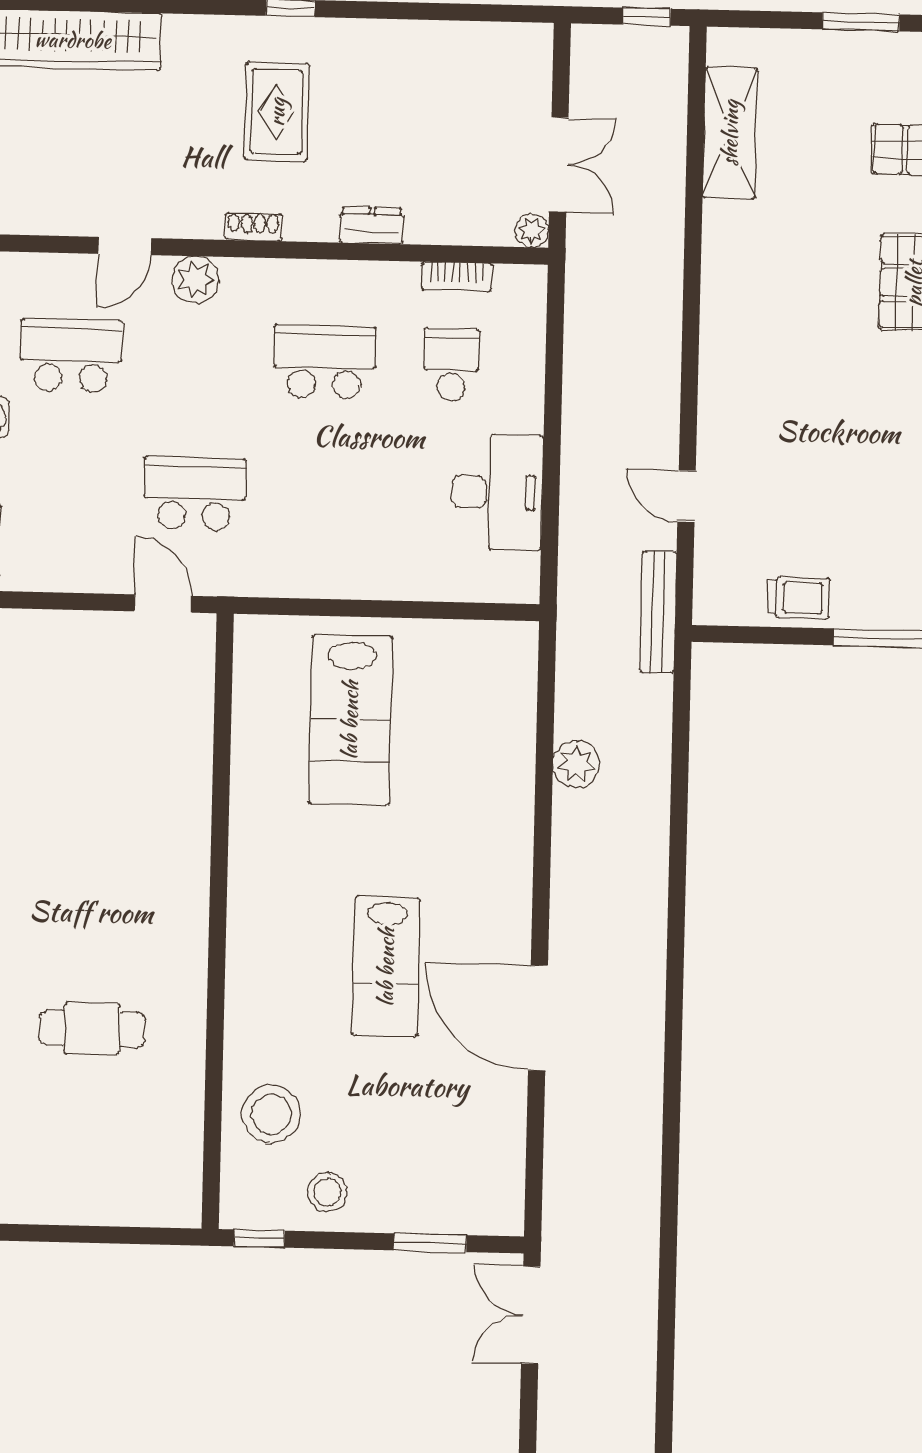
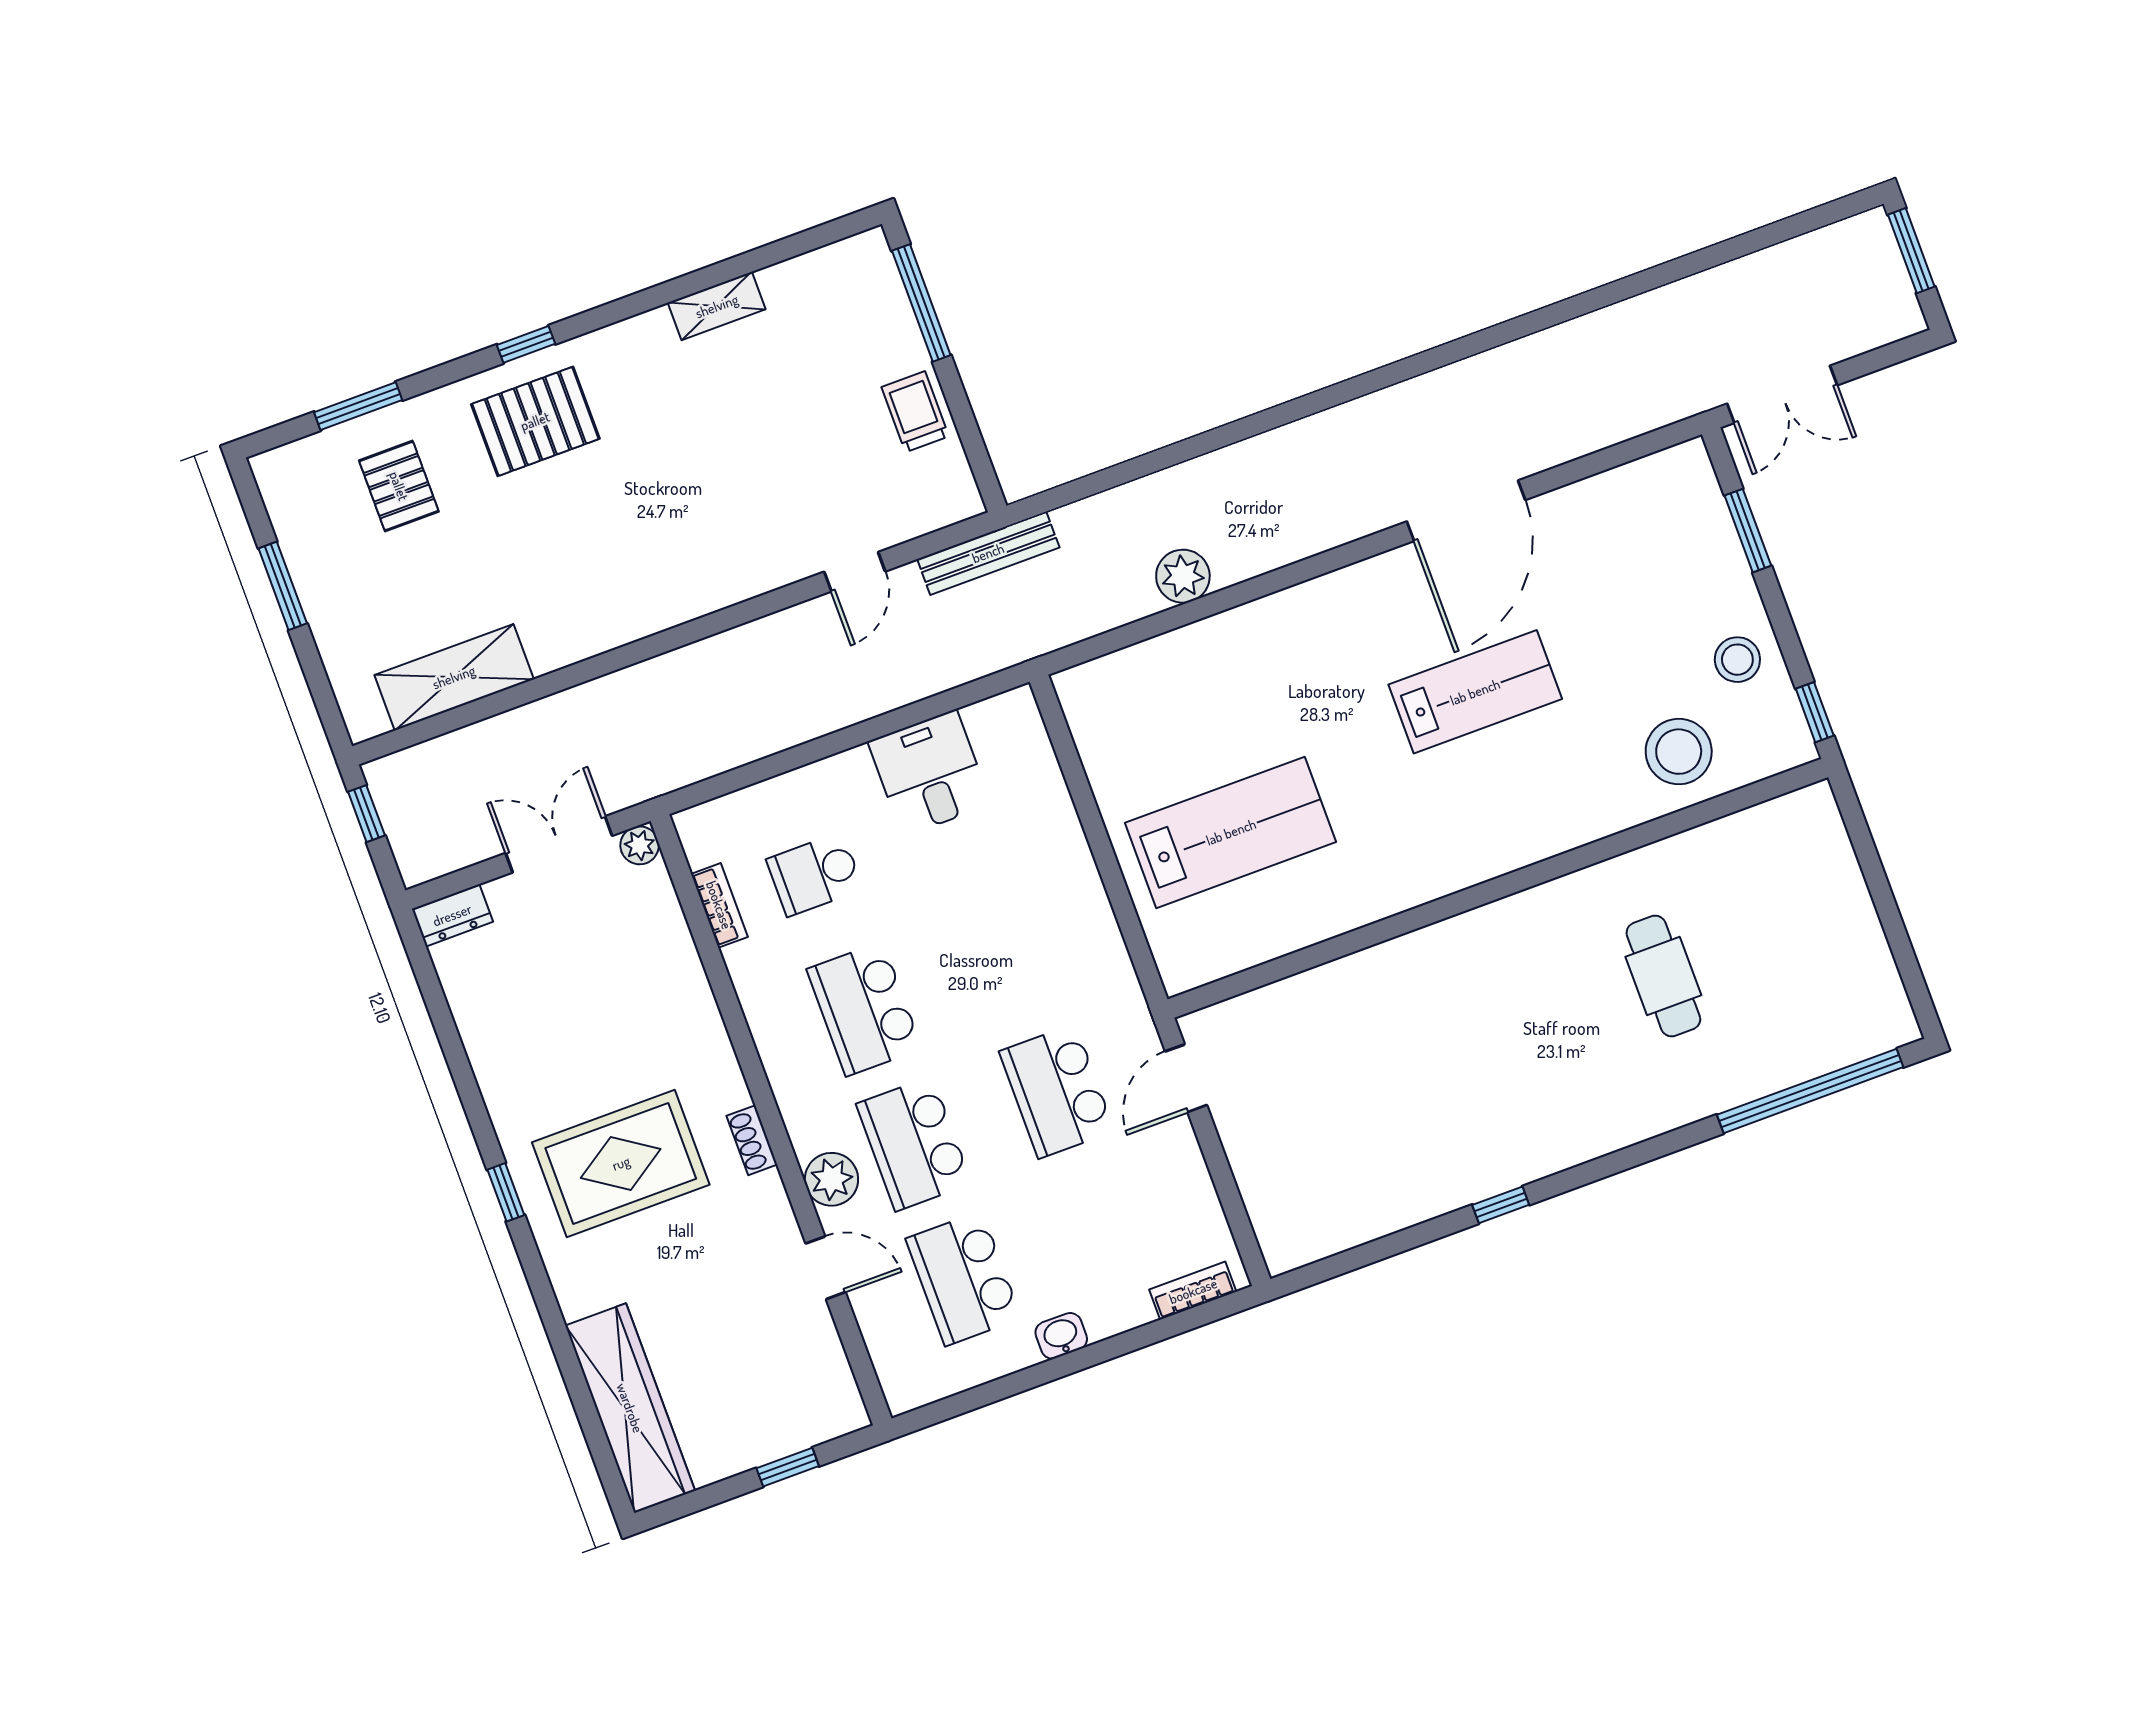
rug: (277, 112) -> (621, 1163), width x1.36, depth x1.43
dresser: (372, 226) -> (452, 915), moved, turned -90
school desk: (198, 359) -> (914, 1144), added
desk: (497, 492) -> (929, 773), width x0.73

